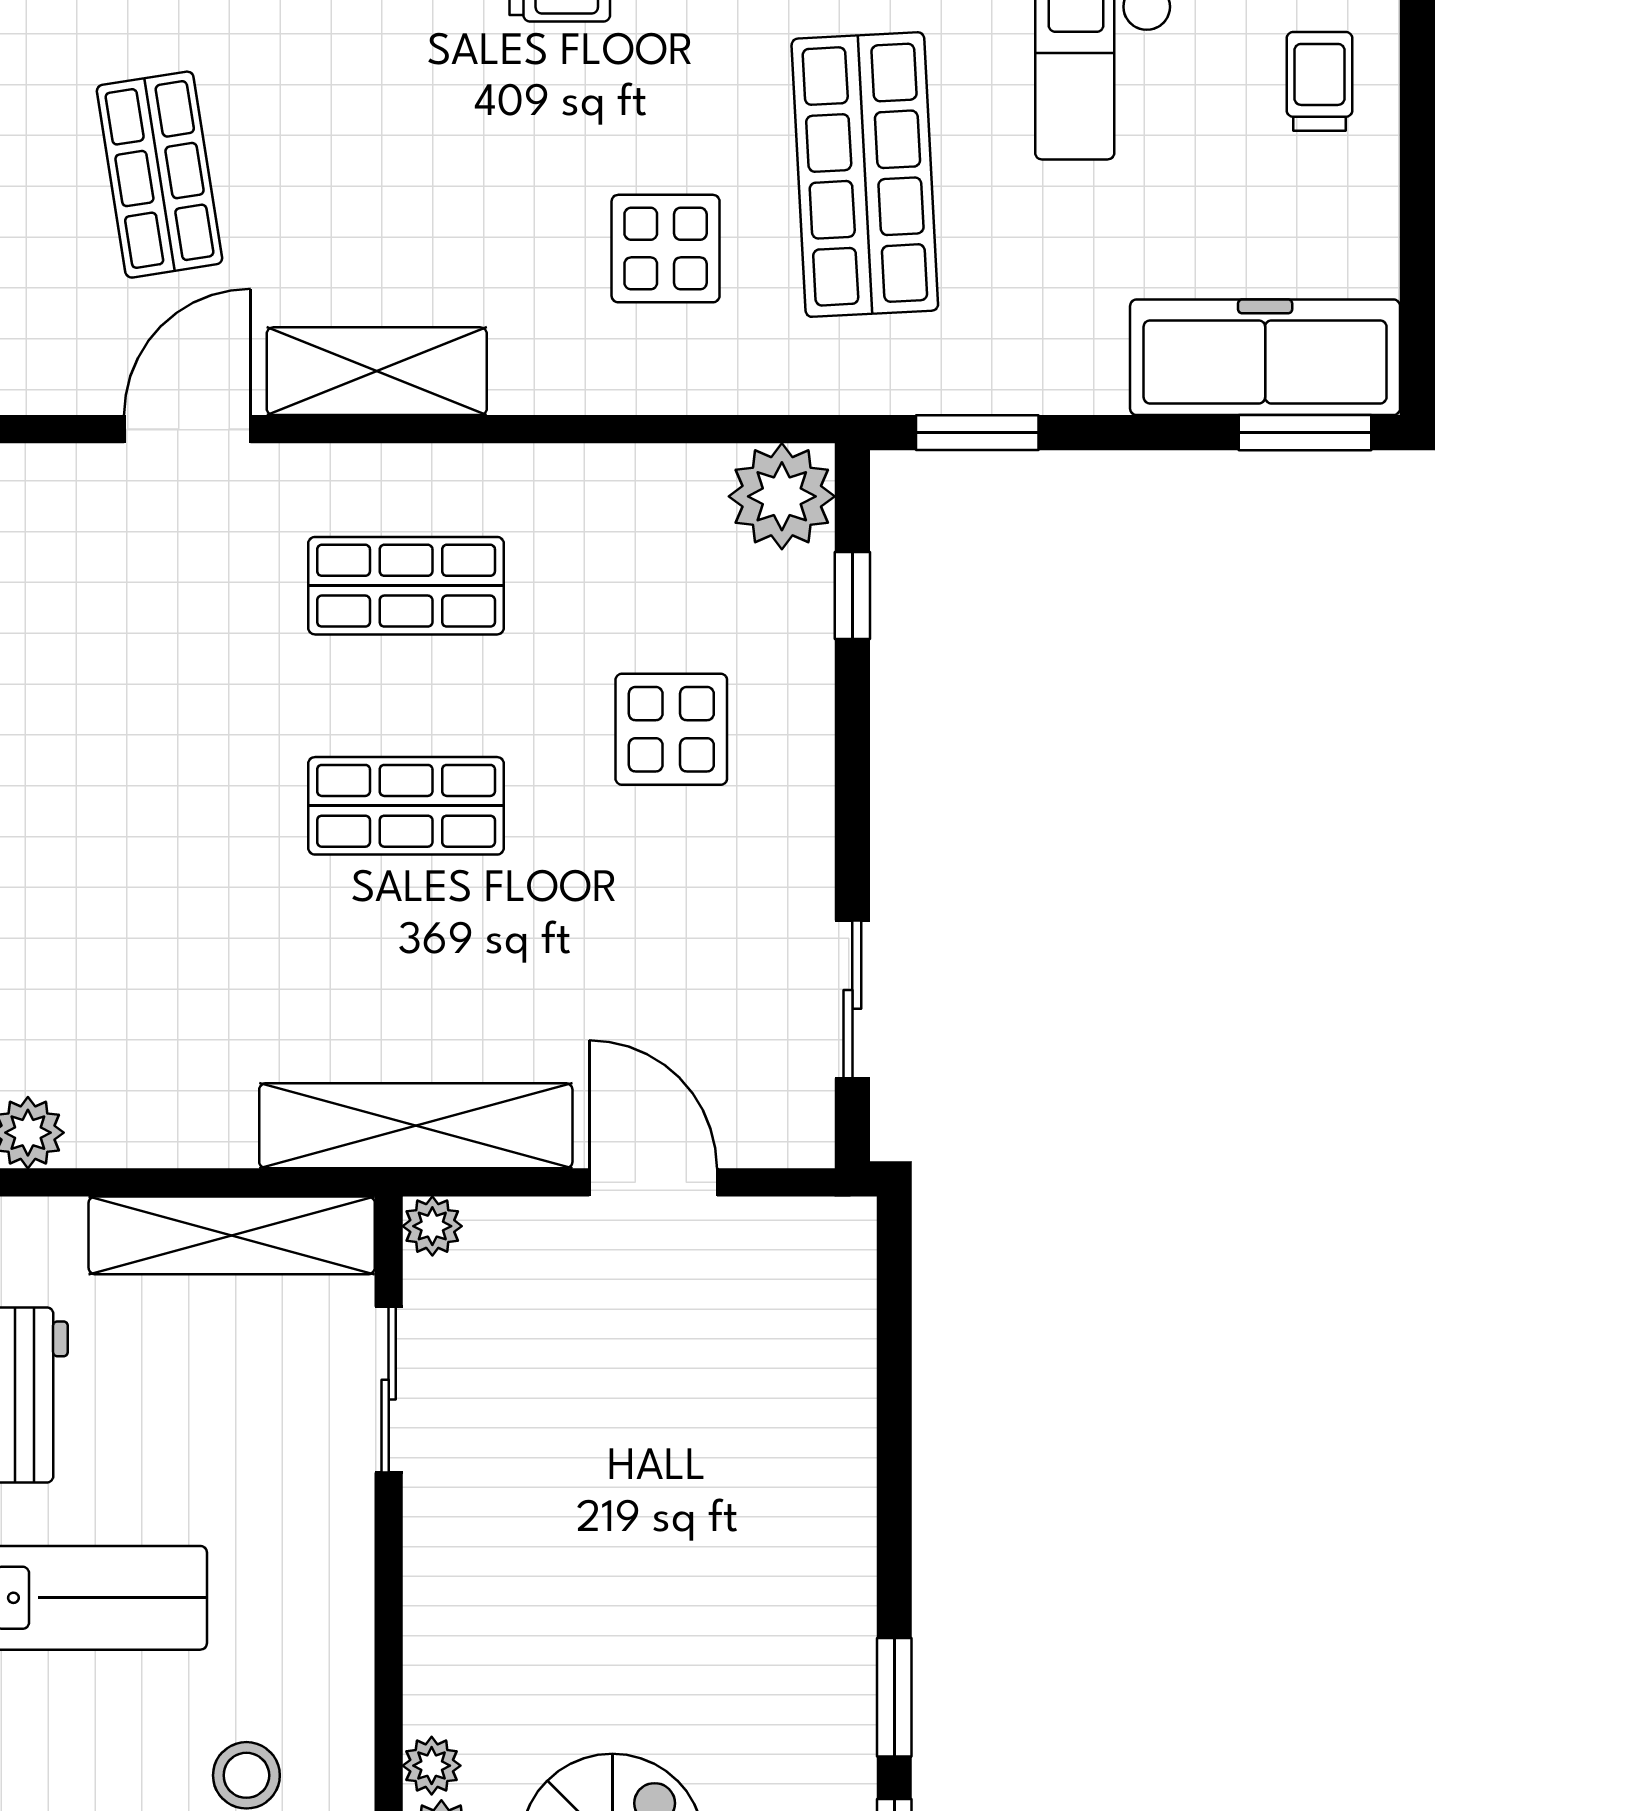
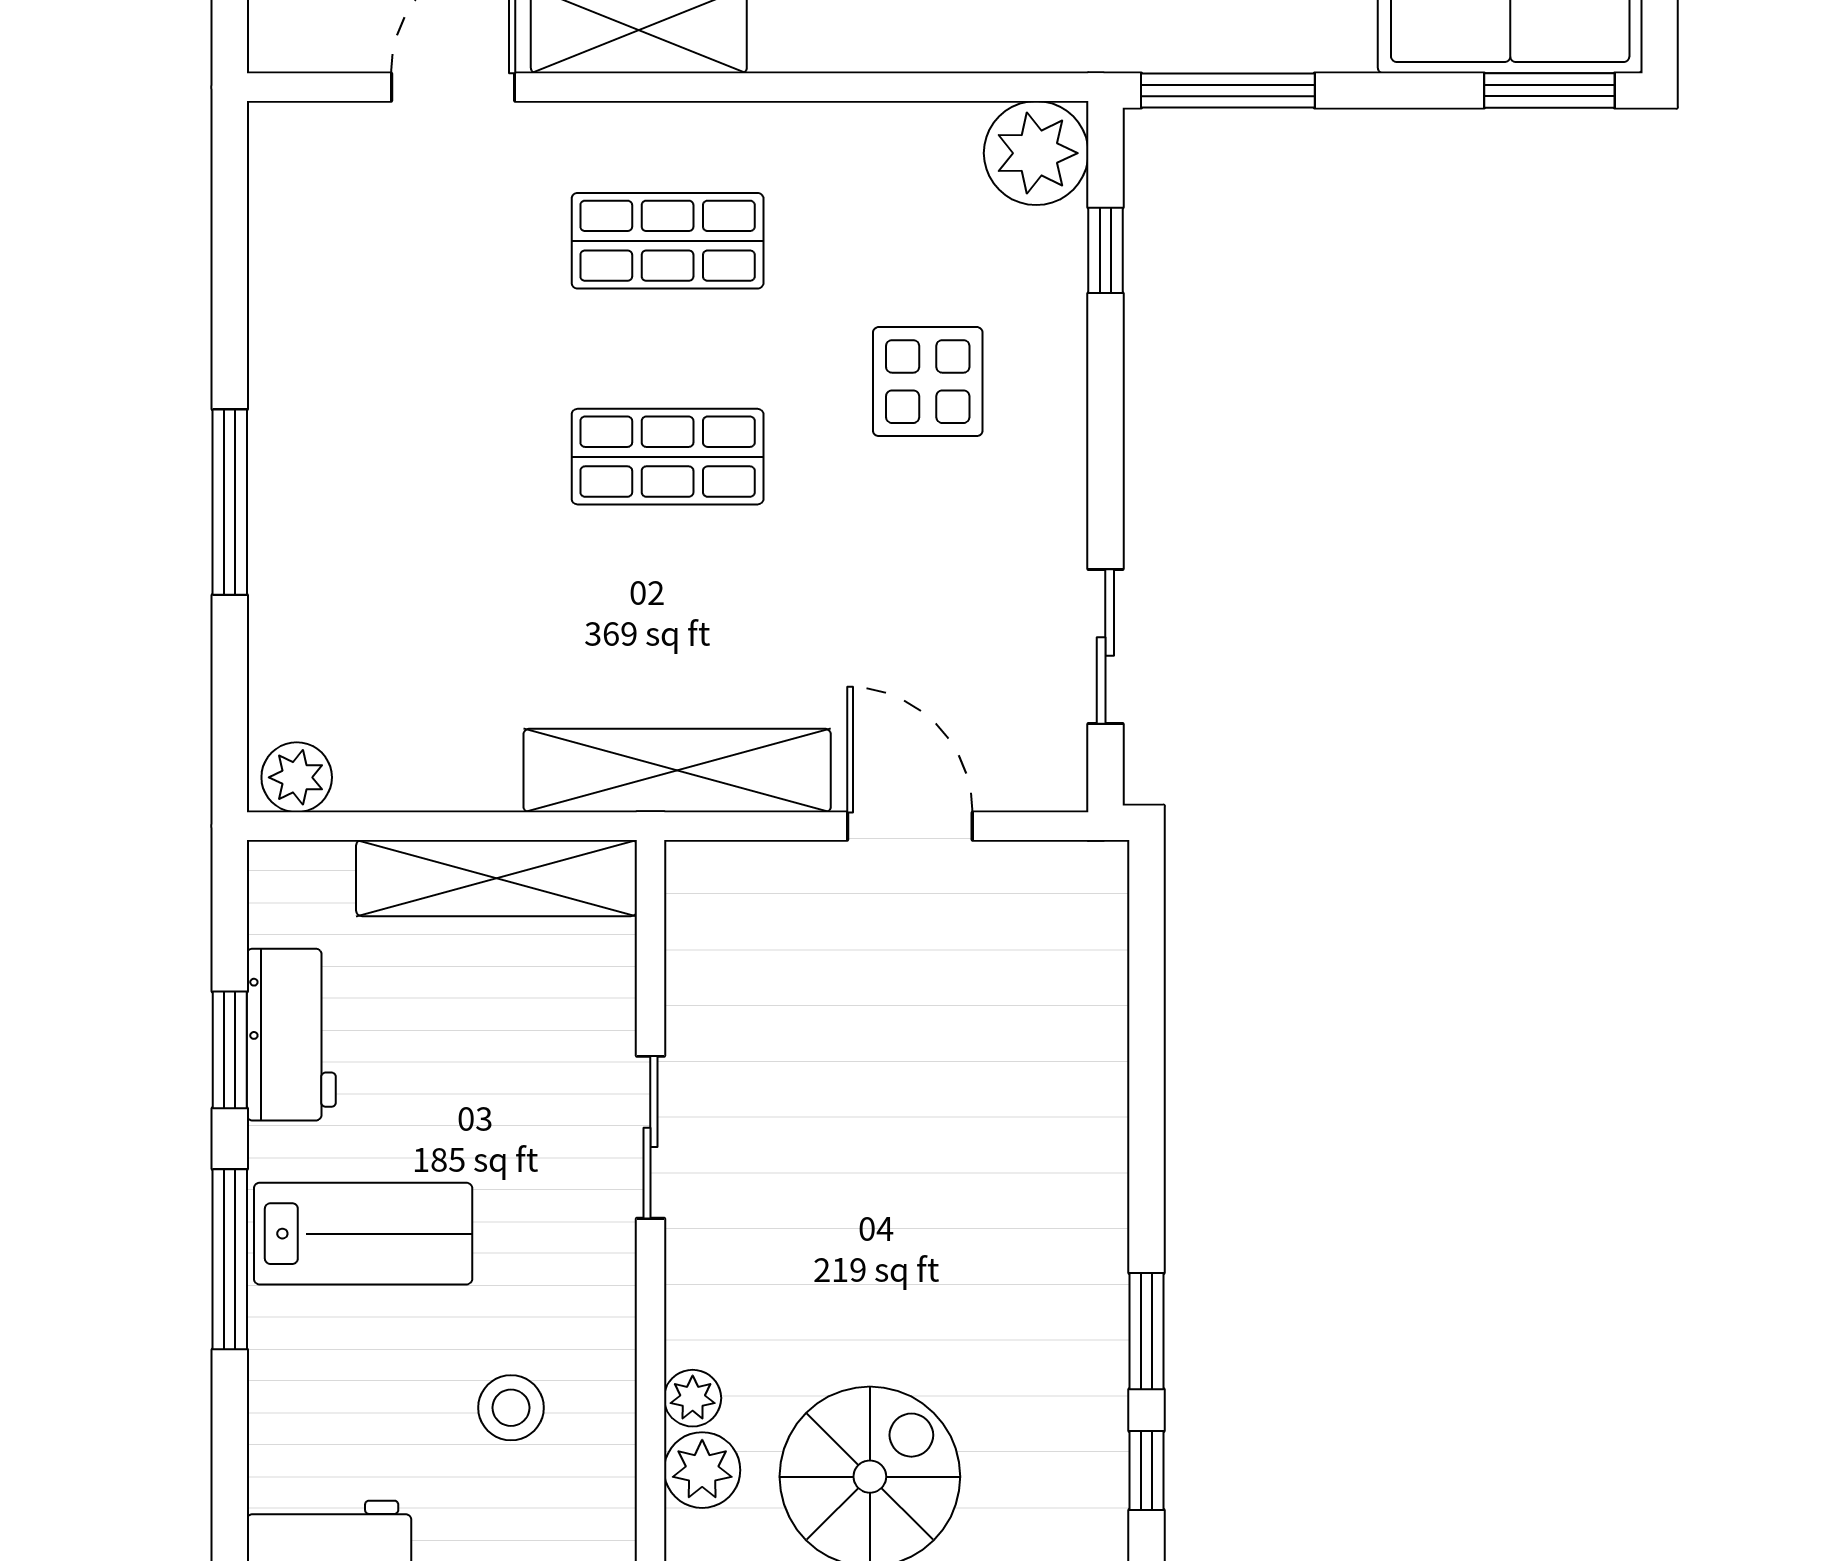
window: (977, 433) -> (1228, 91), width x1.44
plant: (432, 1226) -> (693, 869), removed
sliding door: (389, 1390) -> (650, 1137), moved

